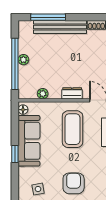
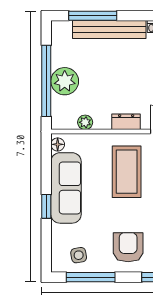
plant: (23, 60) -> (65, 81), width x1.88, depth x1.88

